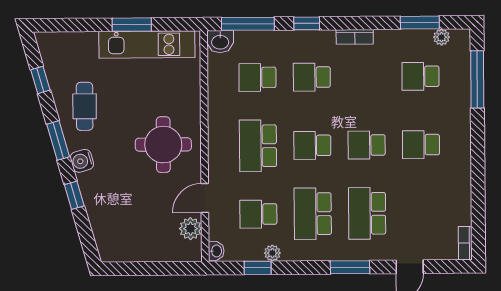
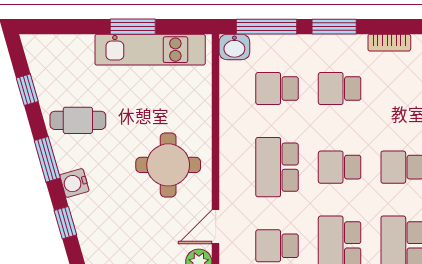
window: (307, 23) -> (334, 27), width x1.50
cafe table: (85, 106) -> (78, 120), turned 90

